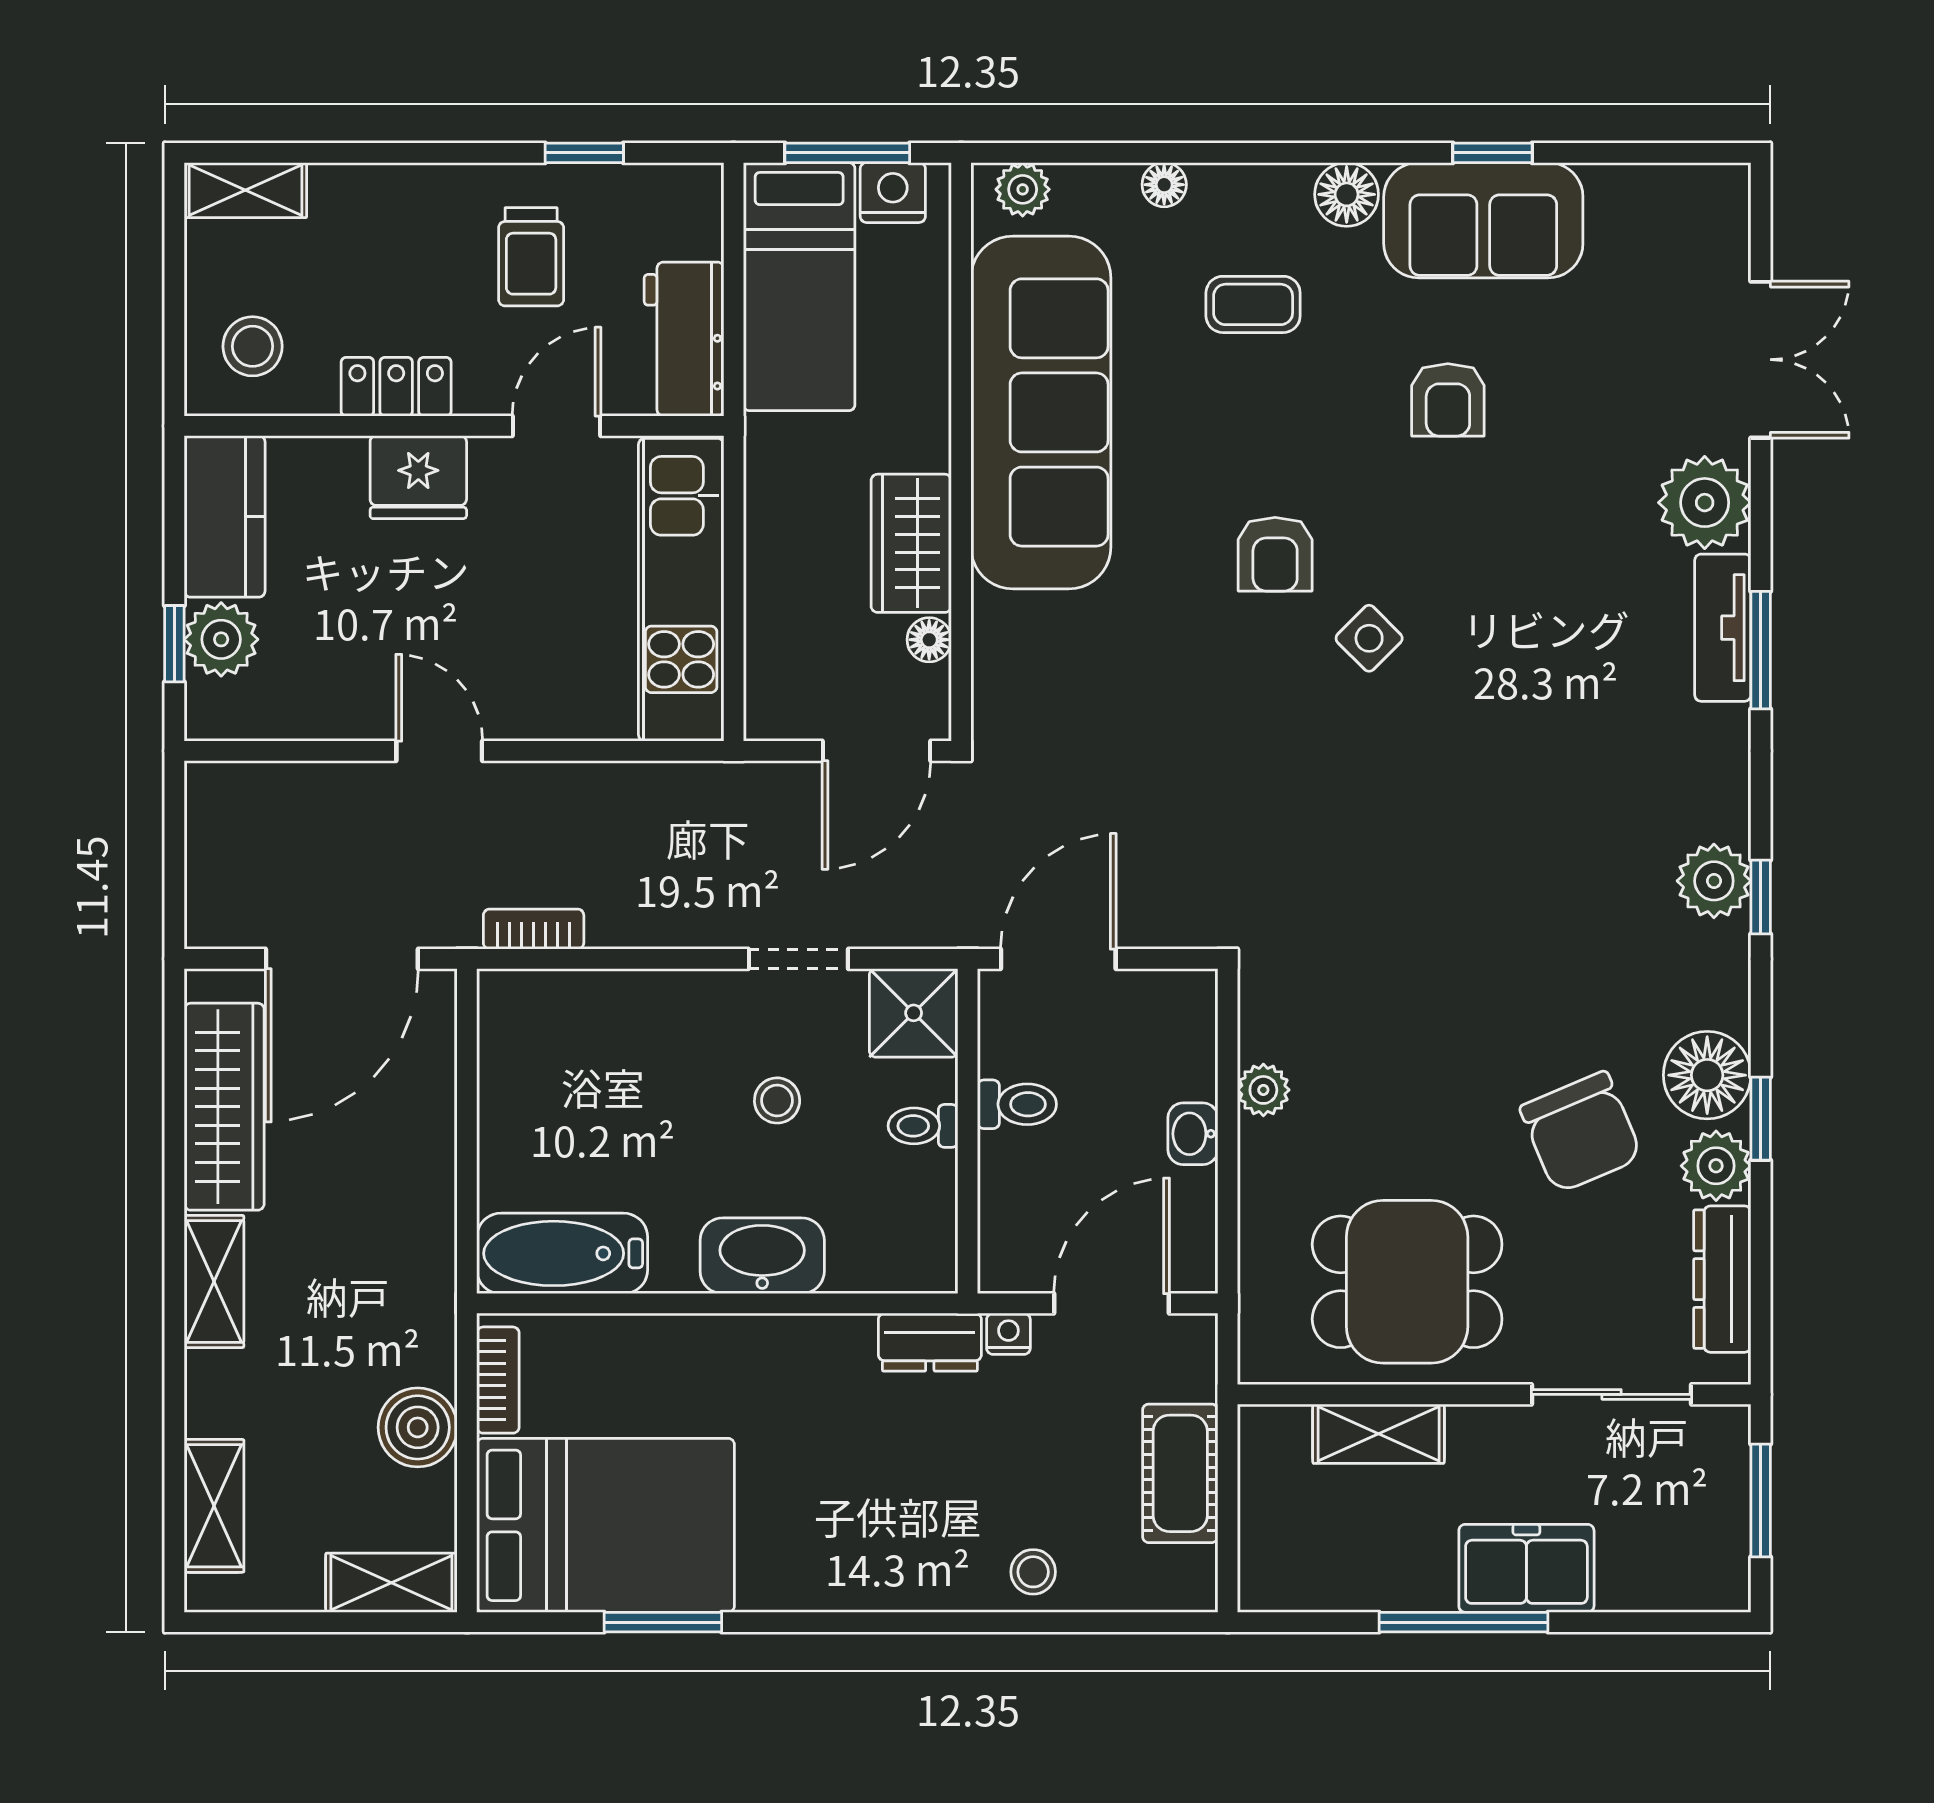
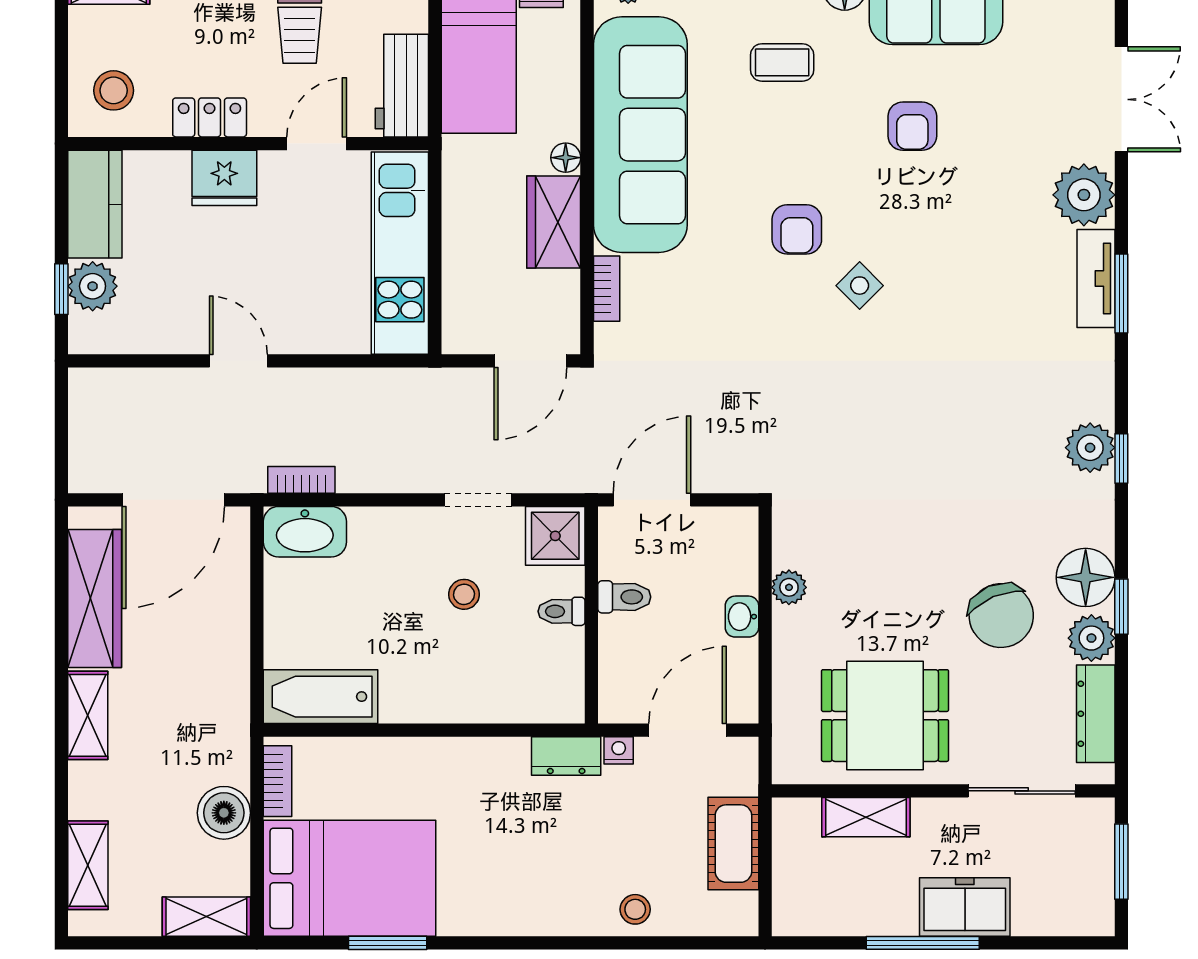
floor lamp: (929, 640) -> (566, 158), moved
bookcase: (990, 643) -> (607, 289), added
washbasin: (762, 1256) -> (305, 532), moved, turned 180

